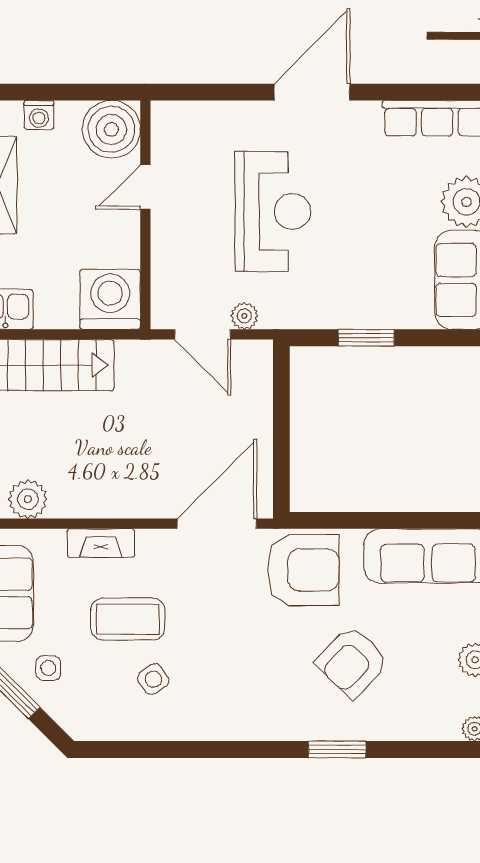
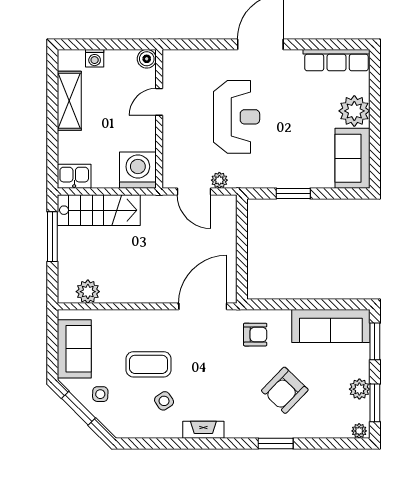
boiler: (111, 129) -> (147, 59), width x0.54, depth x0.54
fireplace: (101, 543) -> (203, 430), moved, turned 180
armchair: (303, 570) -> (255, 335), width x0.53, depth x0.53

